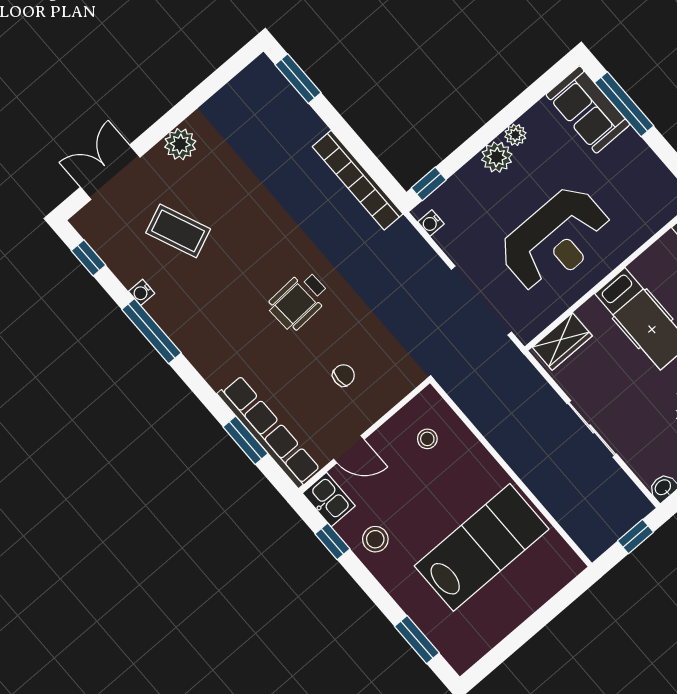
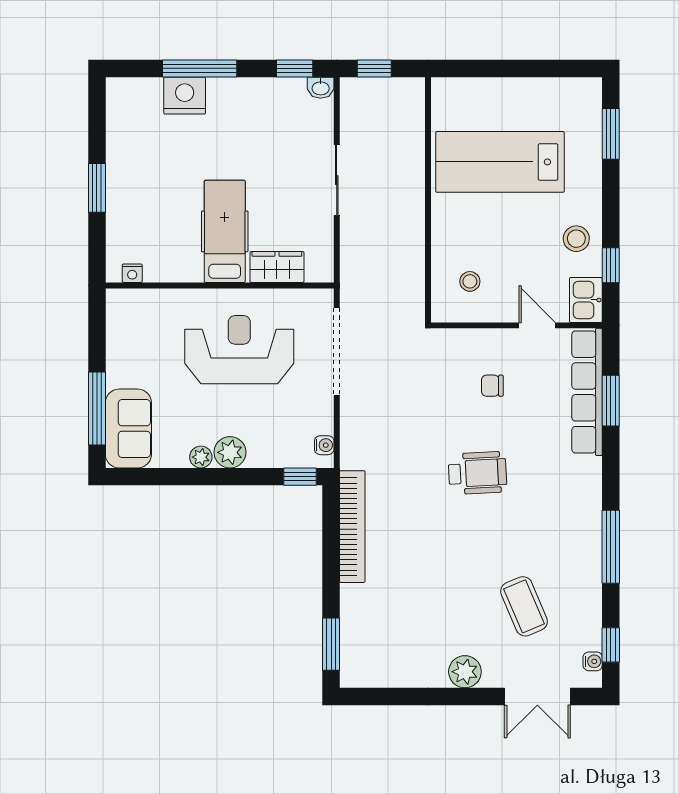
water cooler: (142, 292) -> (593, 661), moved
wardrobe: (562, 342) -> (277, 267), moved

